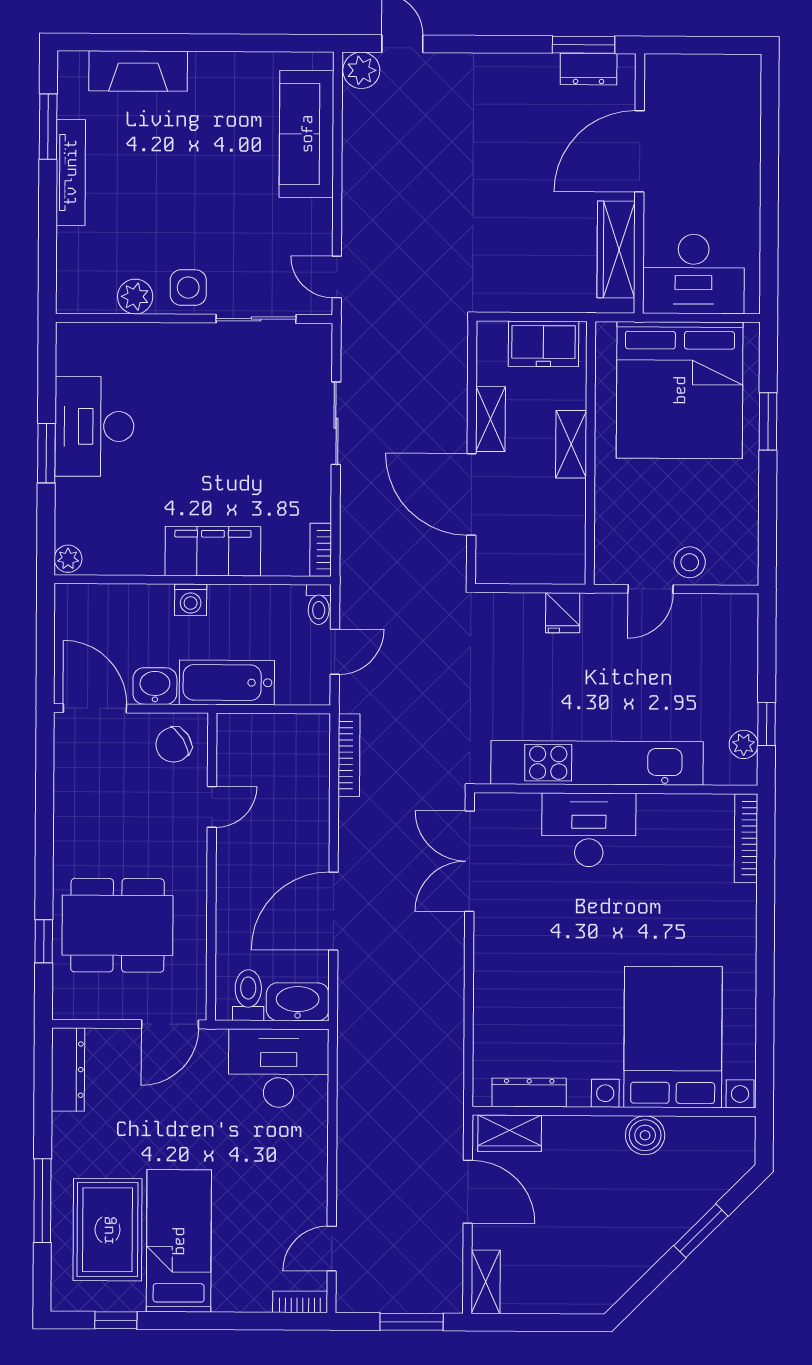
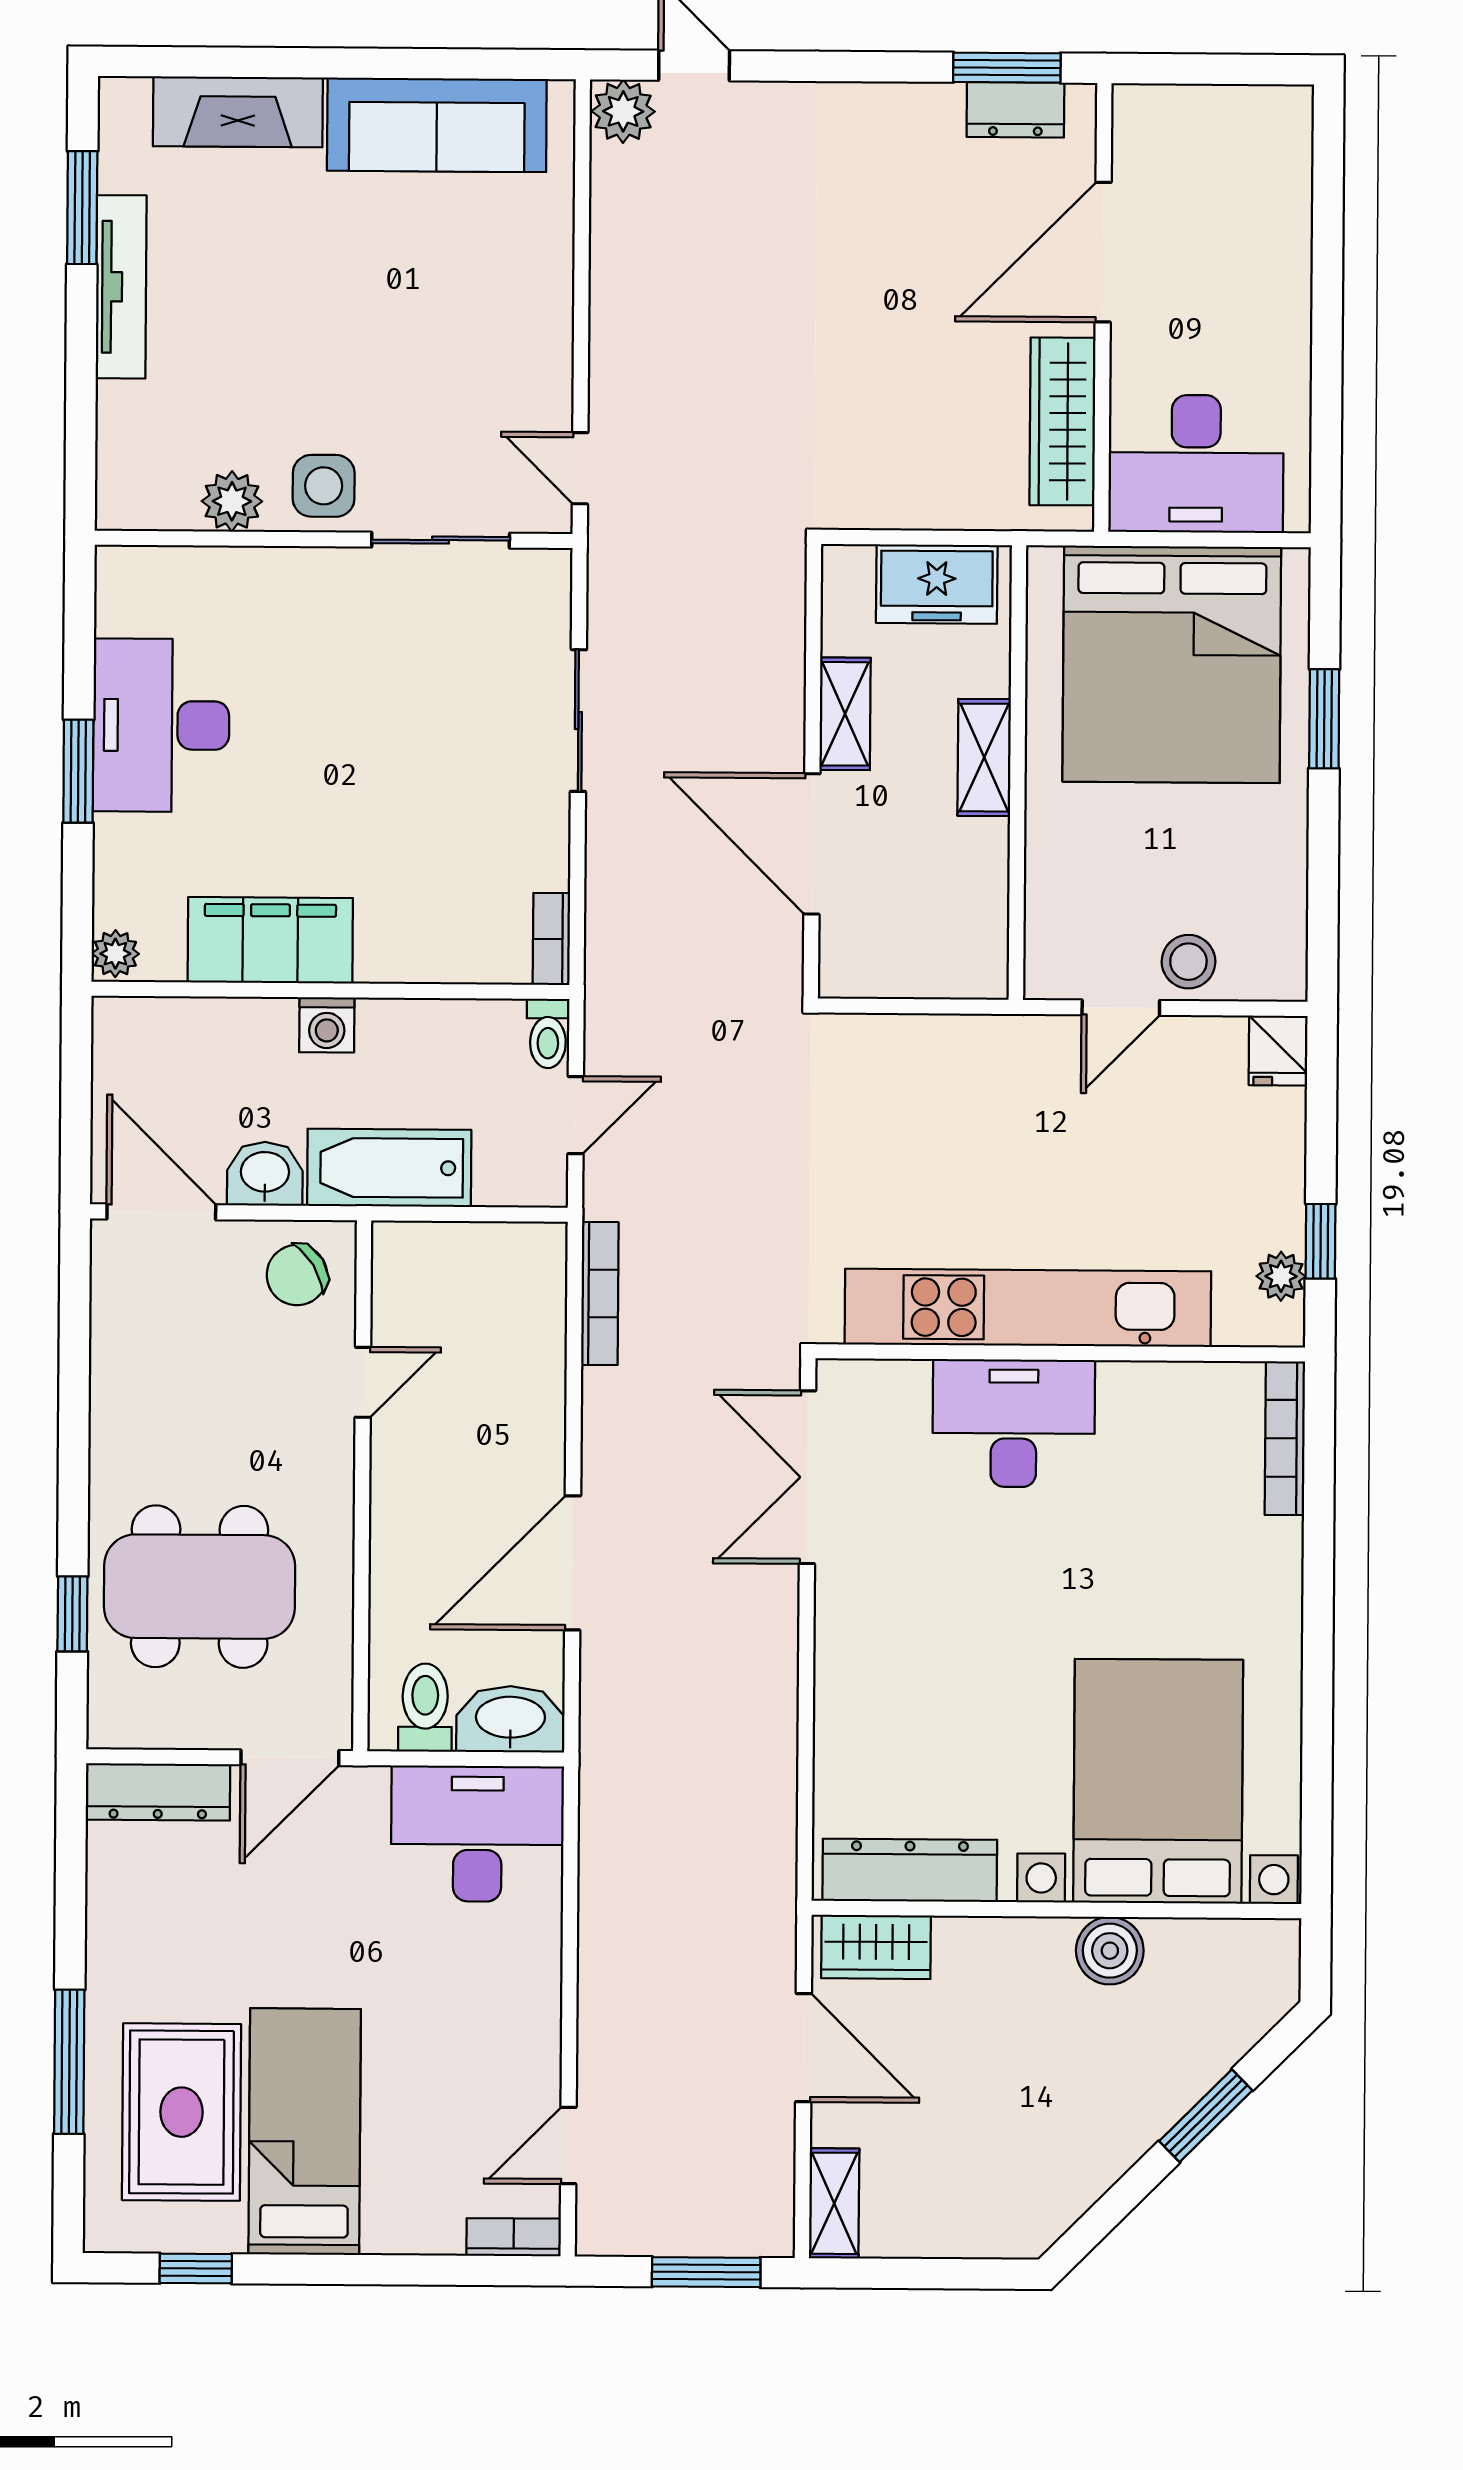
sofa: (307, 134) -> (437, 125), moved, turned -90
filing cabinet: (213, 551) -> (270, 940), moved
fridge: (563, 613) -> (1278, 1051), moved
dresser: (68, 1070) -> (158, 1792), moved, turned 90
dresser: (529, 1092) -> (910, 1870), width x1.37, depth x1.24

